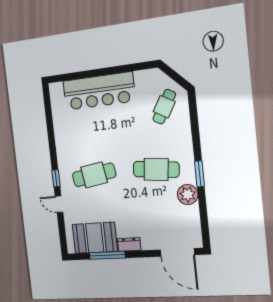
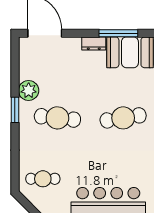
cafe table: (164, 107) -> (43, 179), turned 60

